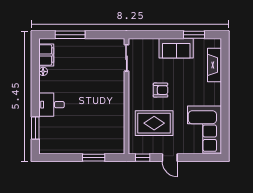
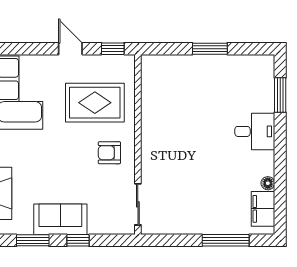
window: (165, 35) -> (78, 240), added
armchair: (161, 90) -> (109, 153), moved
window: (94, 158) -> (210, 49), moved

